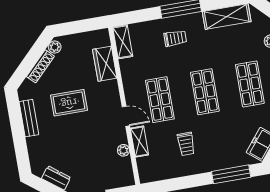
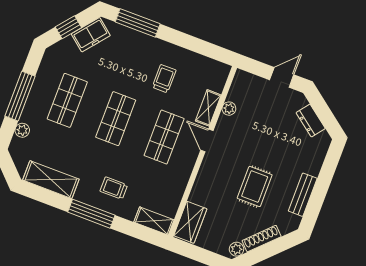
shelving: (123, 42) -> (154, 221), moved, turned 90
wardrobe: (105, 64) -> (190, 222), moved
rug: (69, 103) -> (255, 187), turned 90

